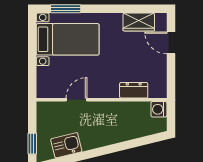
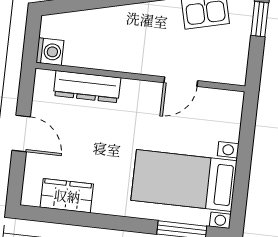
door: (171, 43) -> (21, 133), moved
dresser: (134, 90) -> (87, 87), width x1.44

